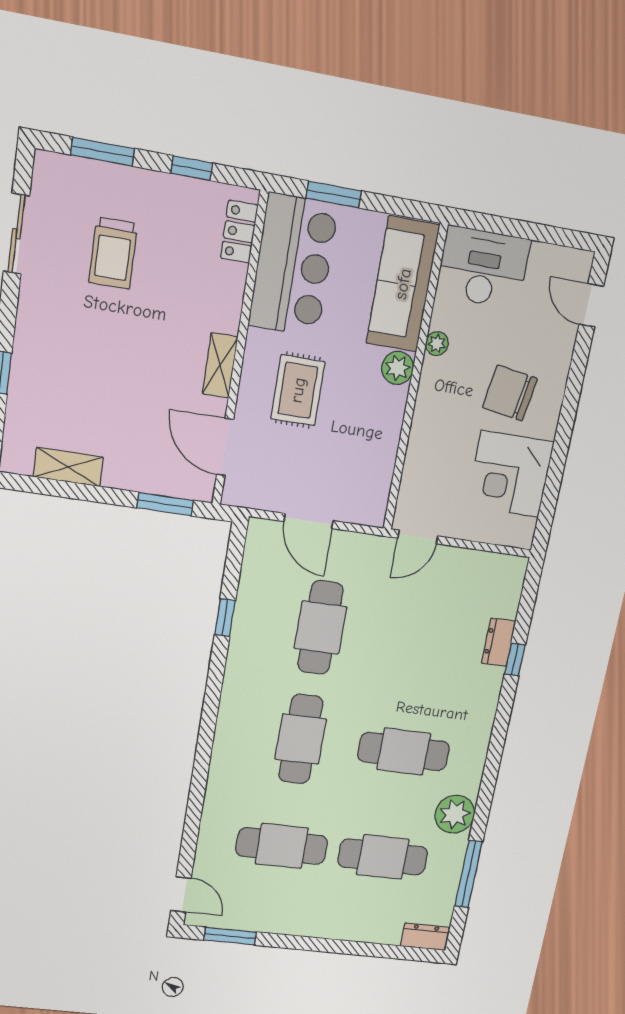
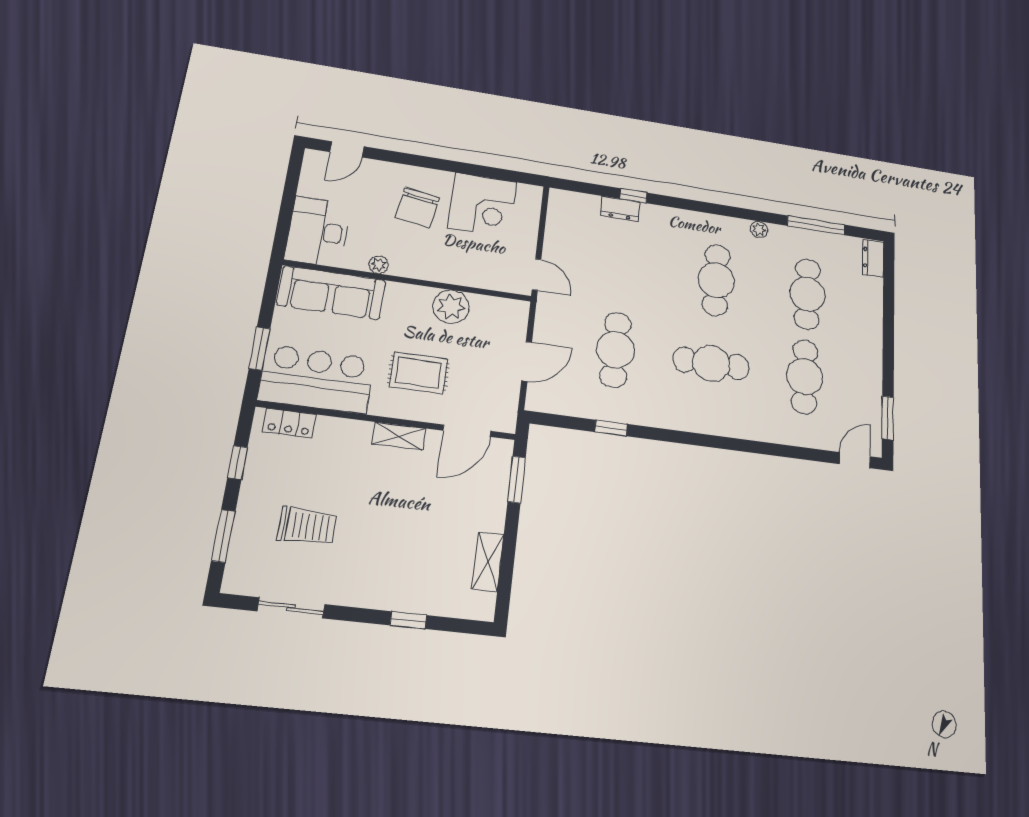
plant: (398, 368) -> (451, 307), moved, width x1.36, depth x1.36
cafe table: (320, 628) -> (615, 350), turned 90
plant: (455, 814) -> (759, 230), width x0.53, depth x0.53

